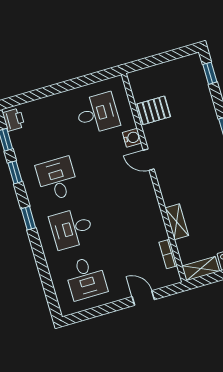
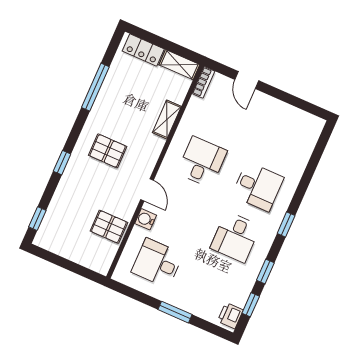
window: (55, 89) -> (175, 312), added
pallet: (200, 164) -> (108, 151), added
bookcase: (168, 254) -> (203, 82), moved
desk: (86, 278) -> (202, 162), moved

